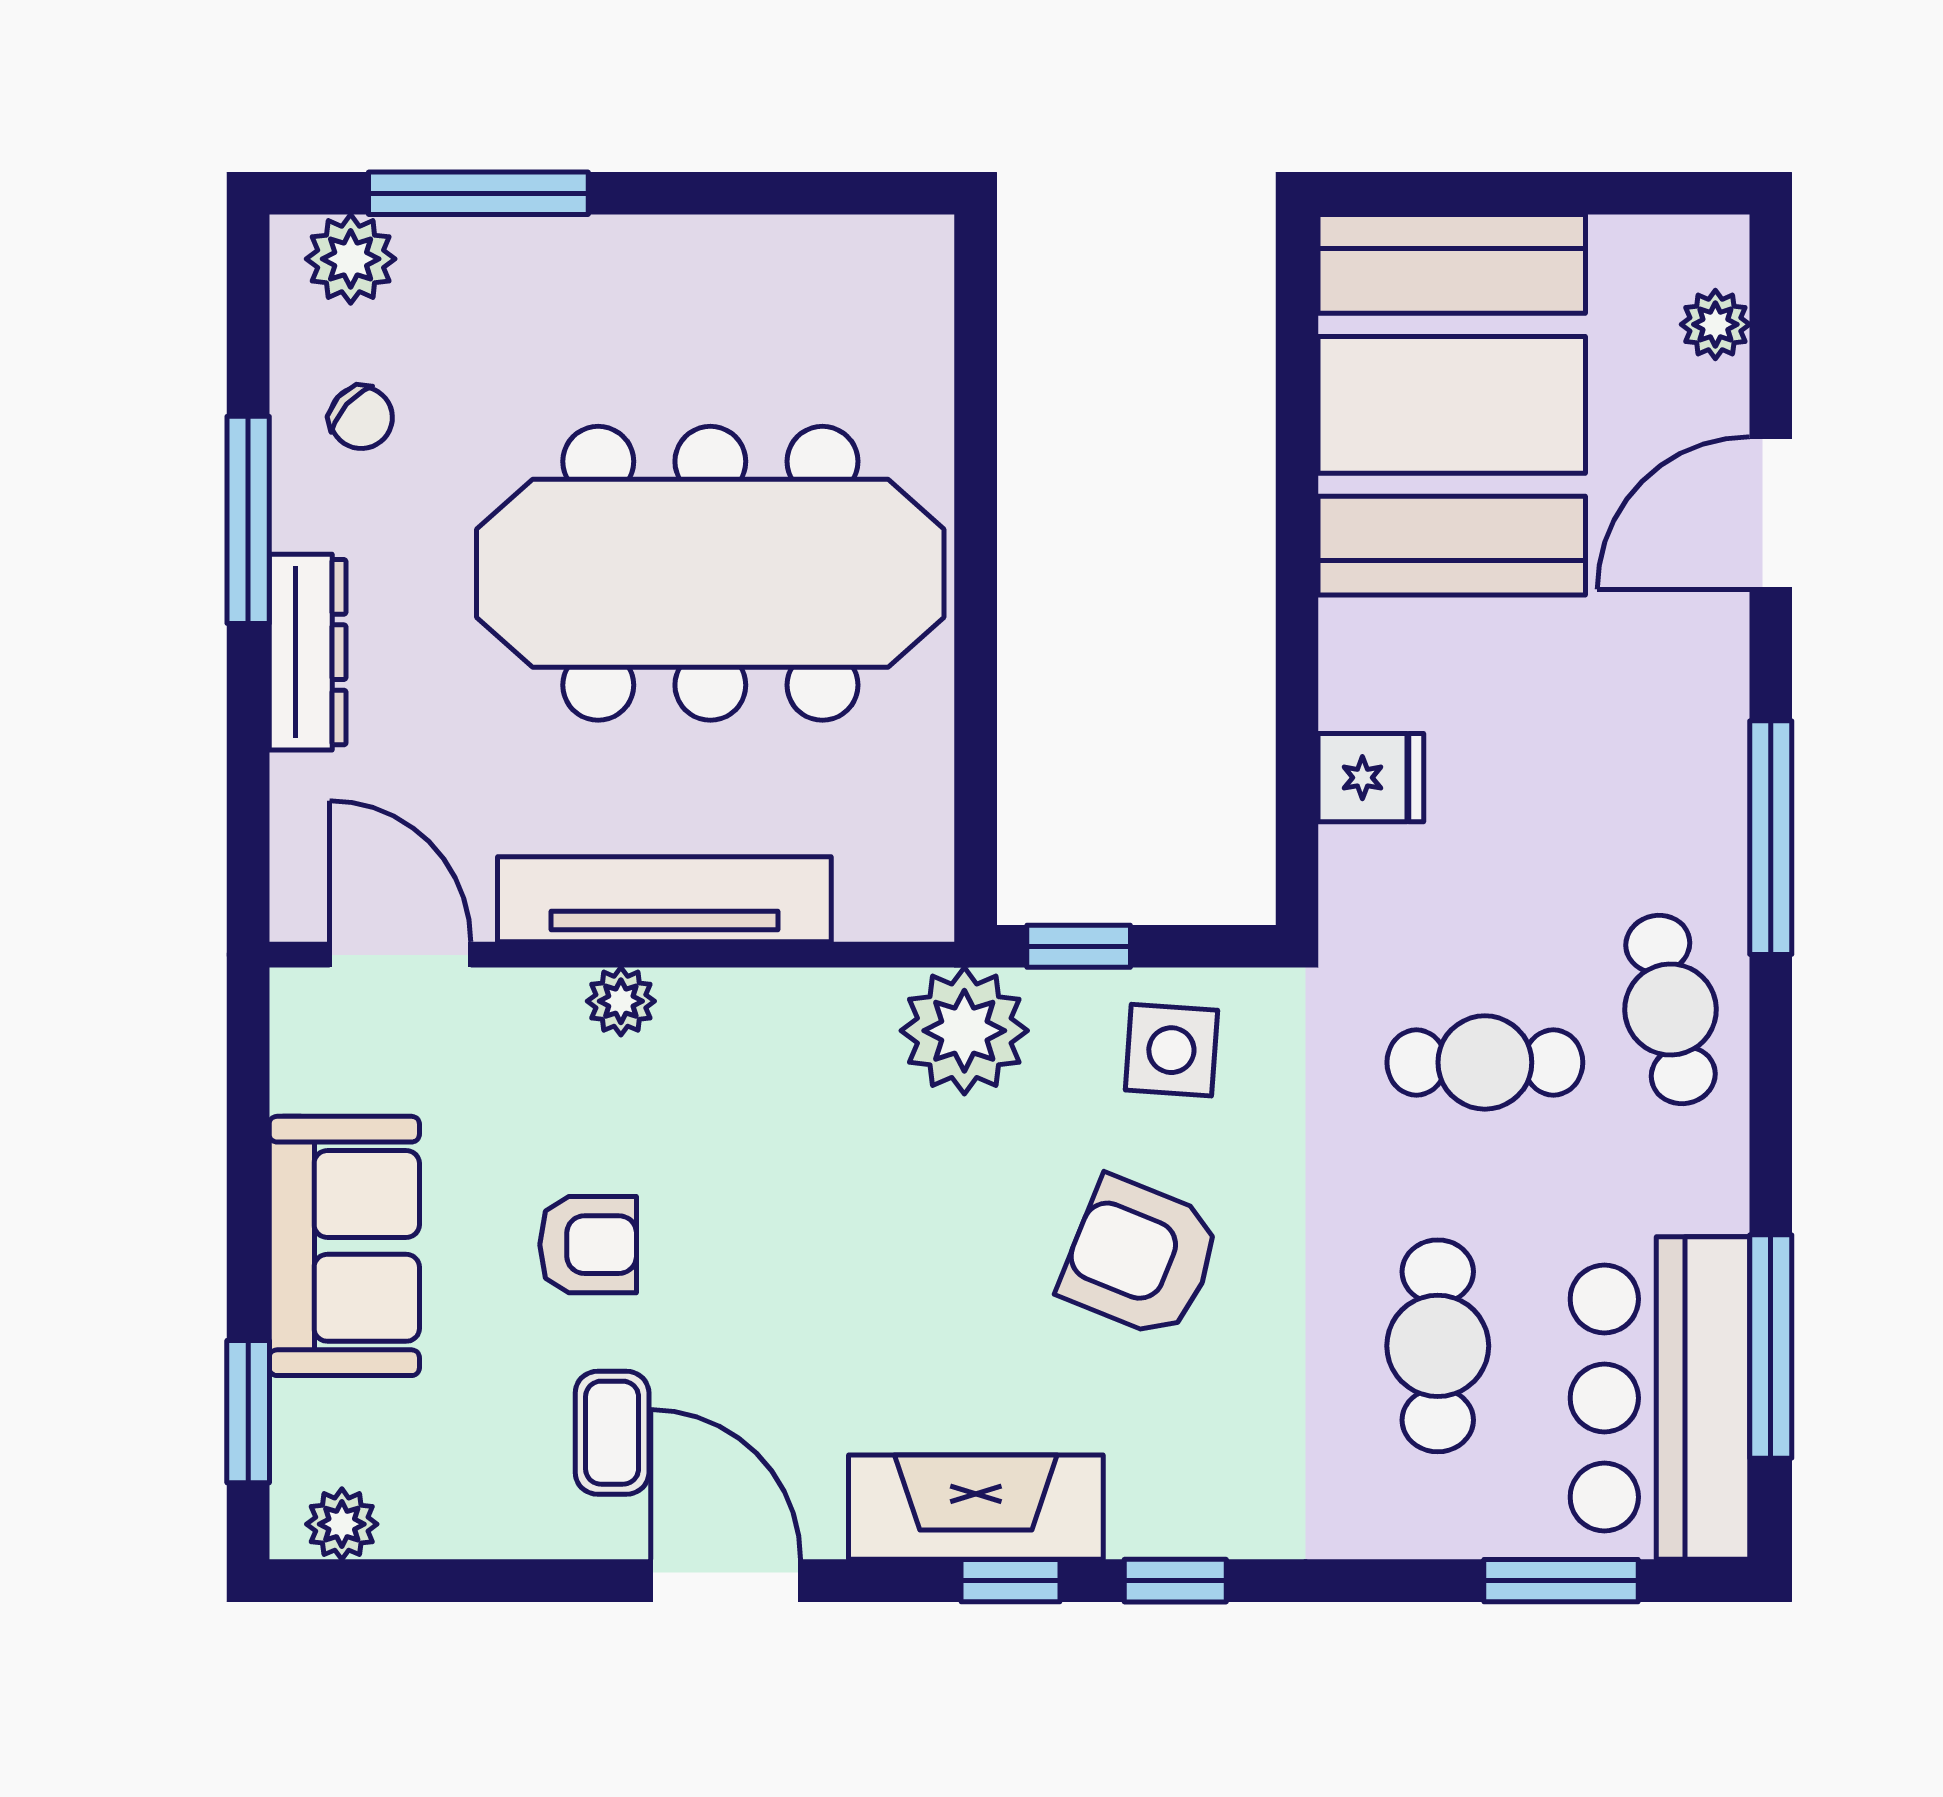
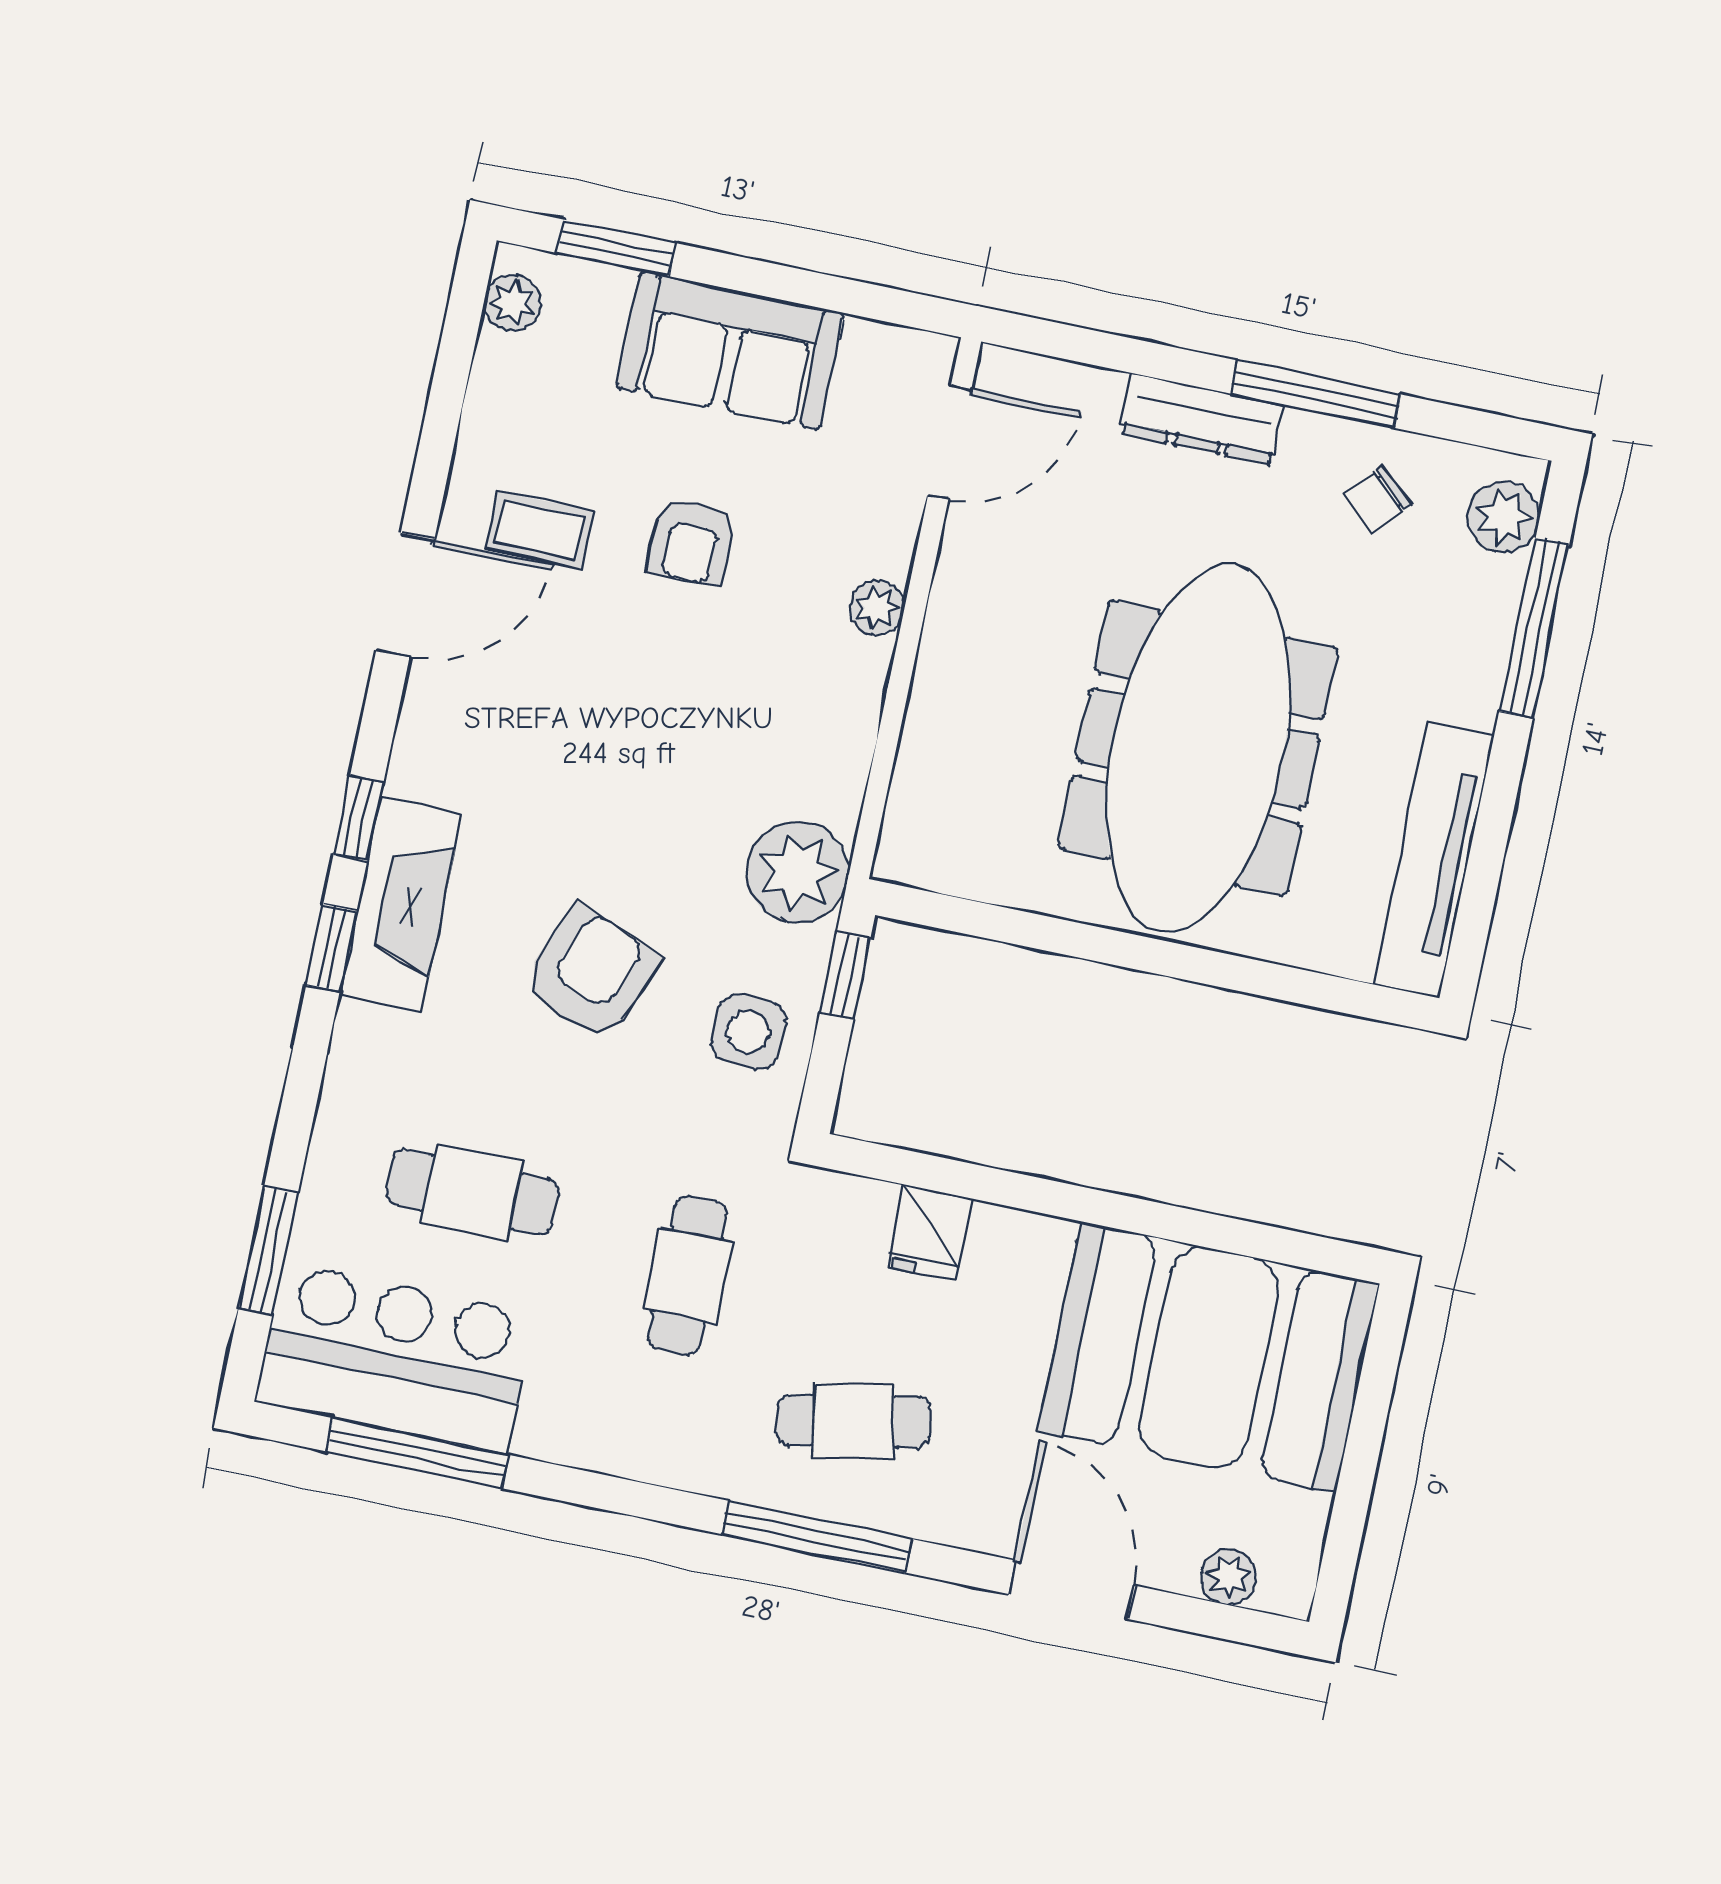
tv unit: (664, 899) -> (1433, 860), moved, turned 180
cafe table: (1671, 1010) -> (853, 1421), moved
fireplace: (976, 1507) -> (401, 905), moved

